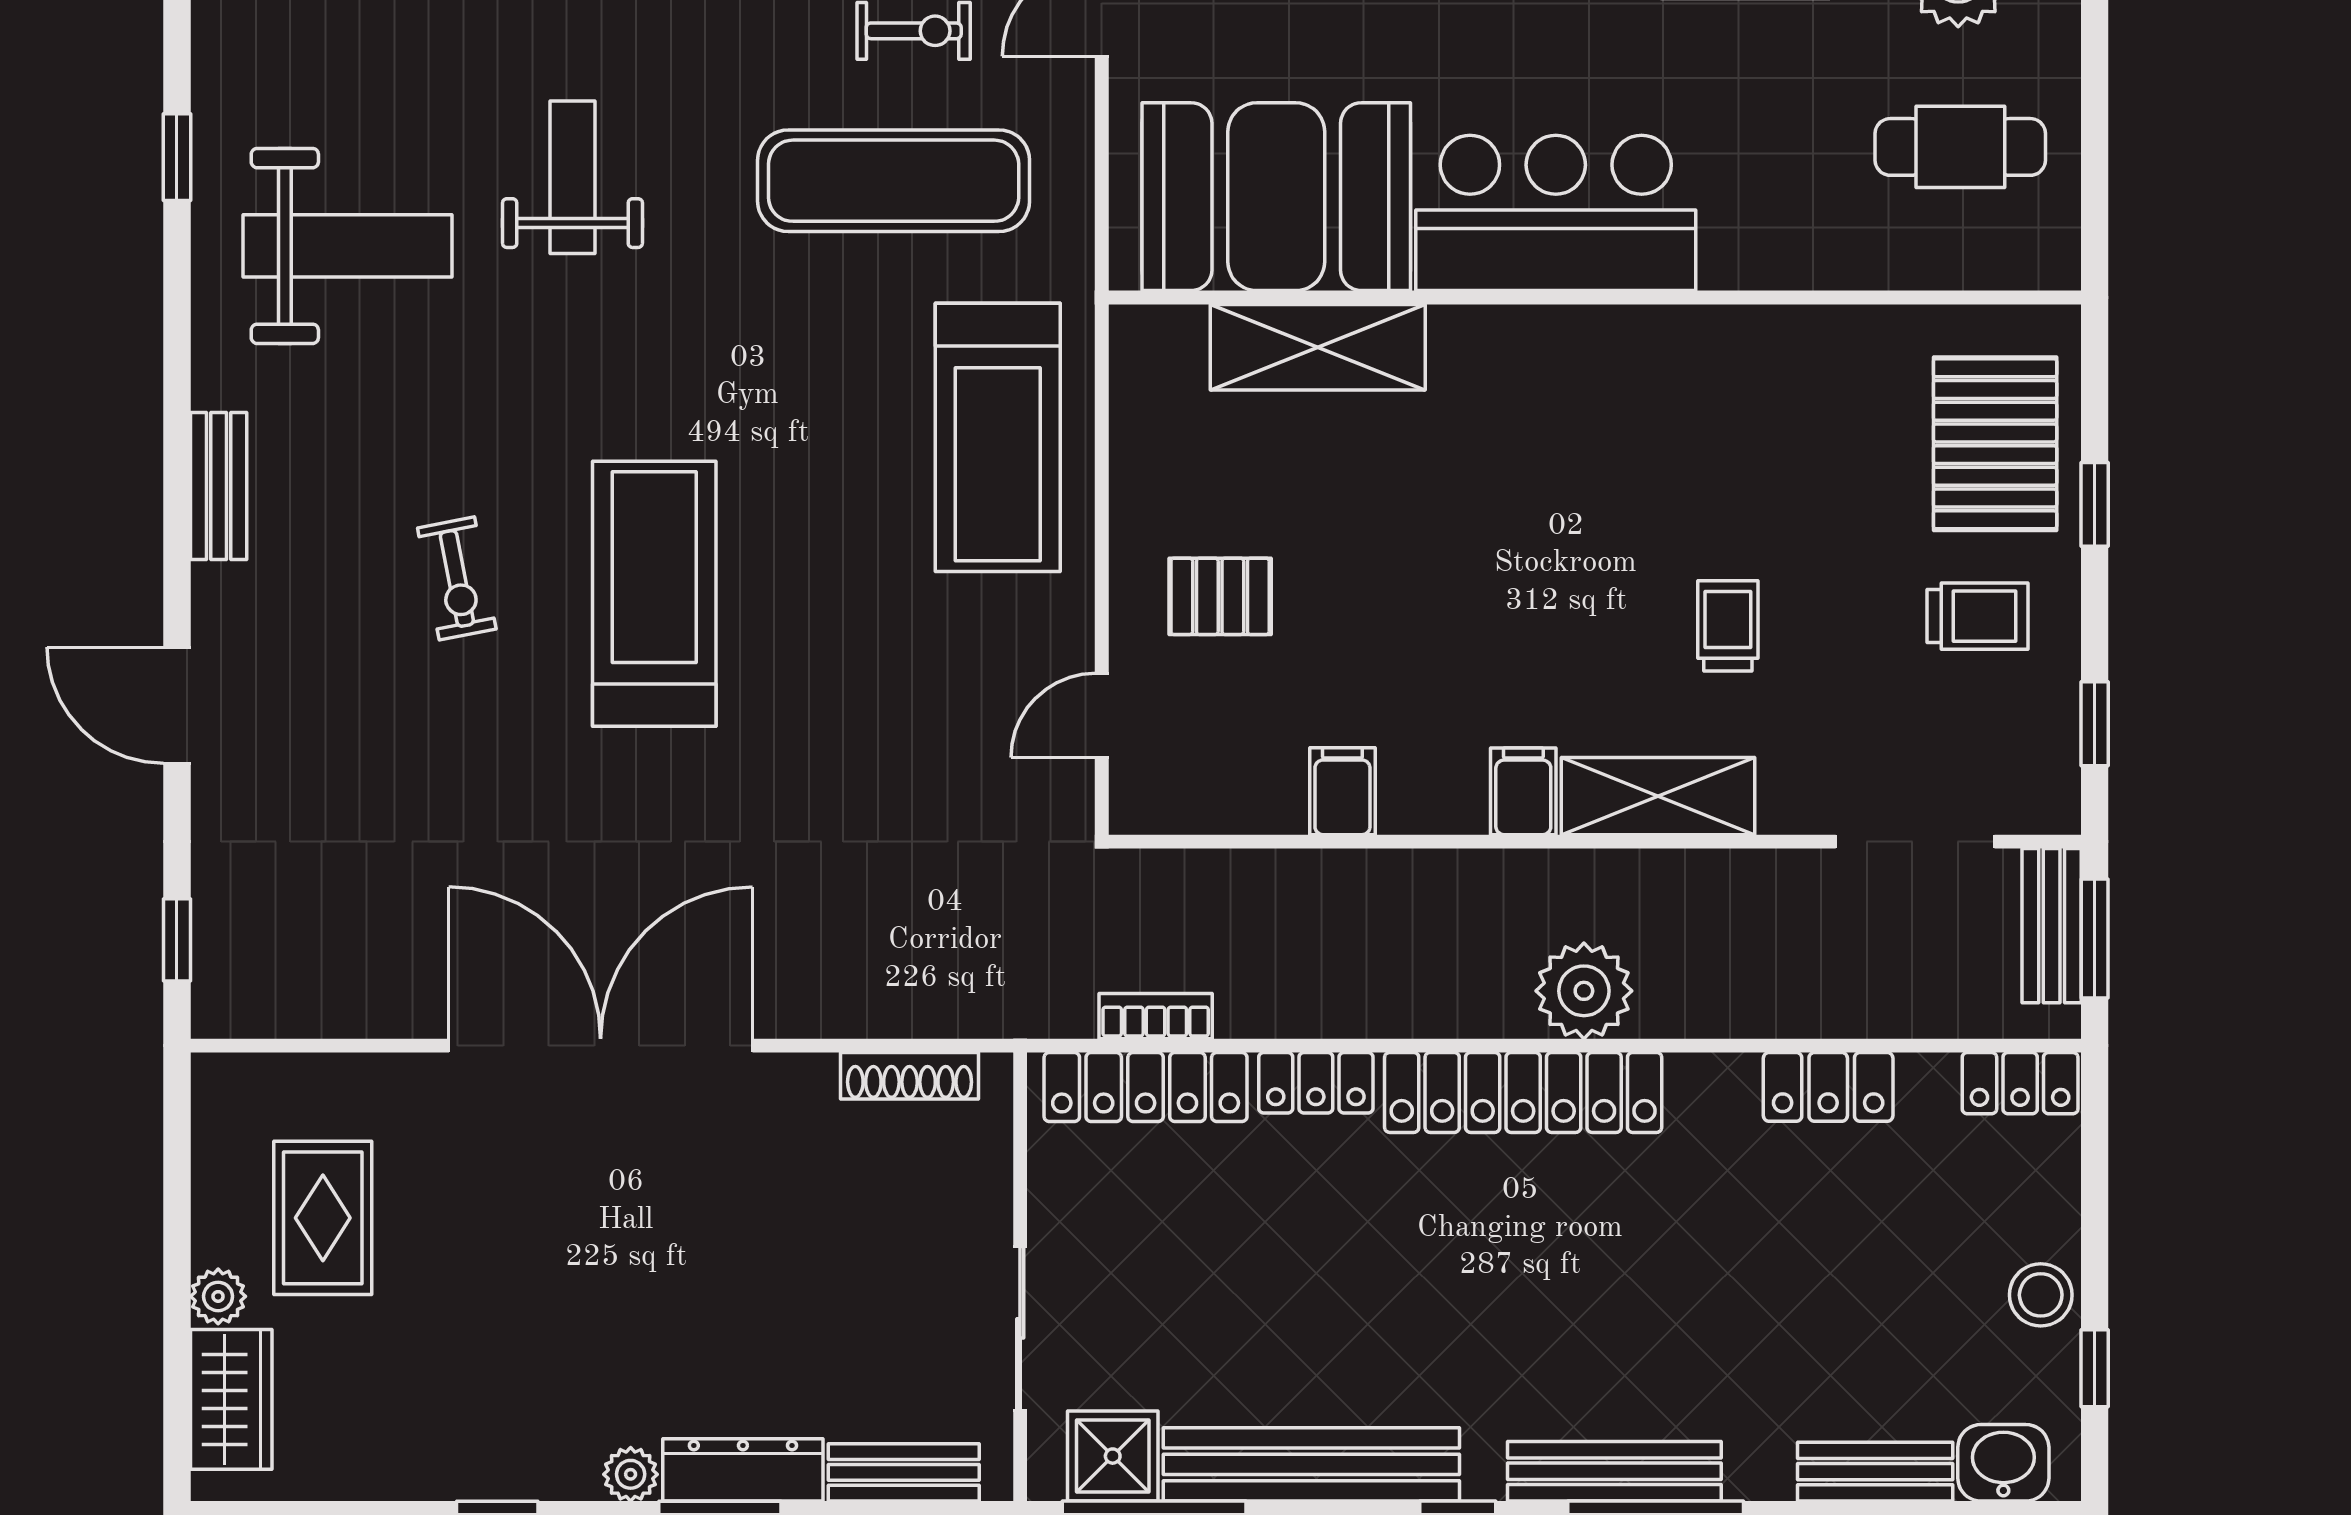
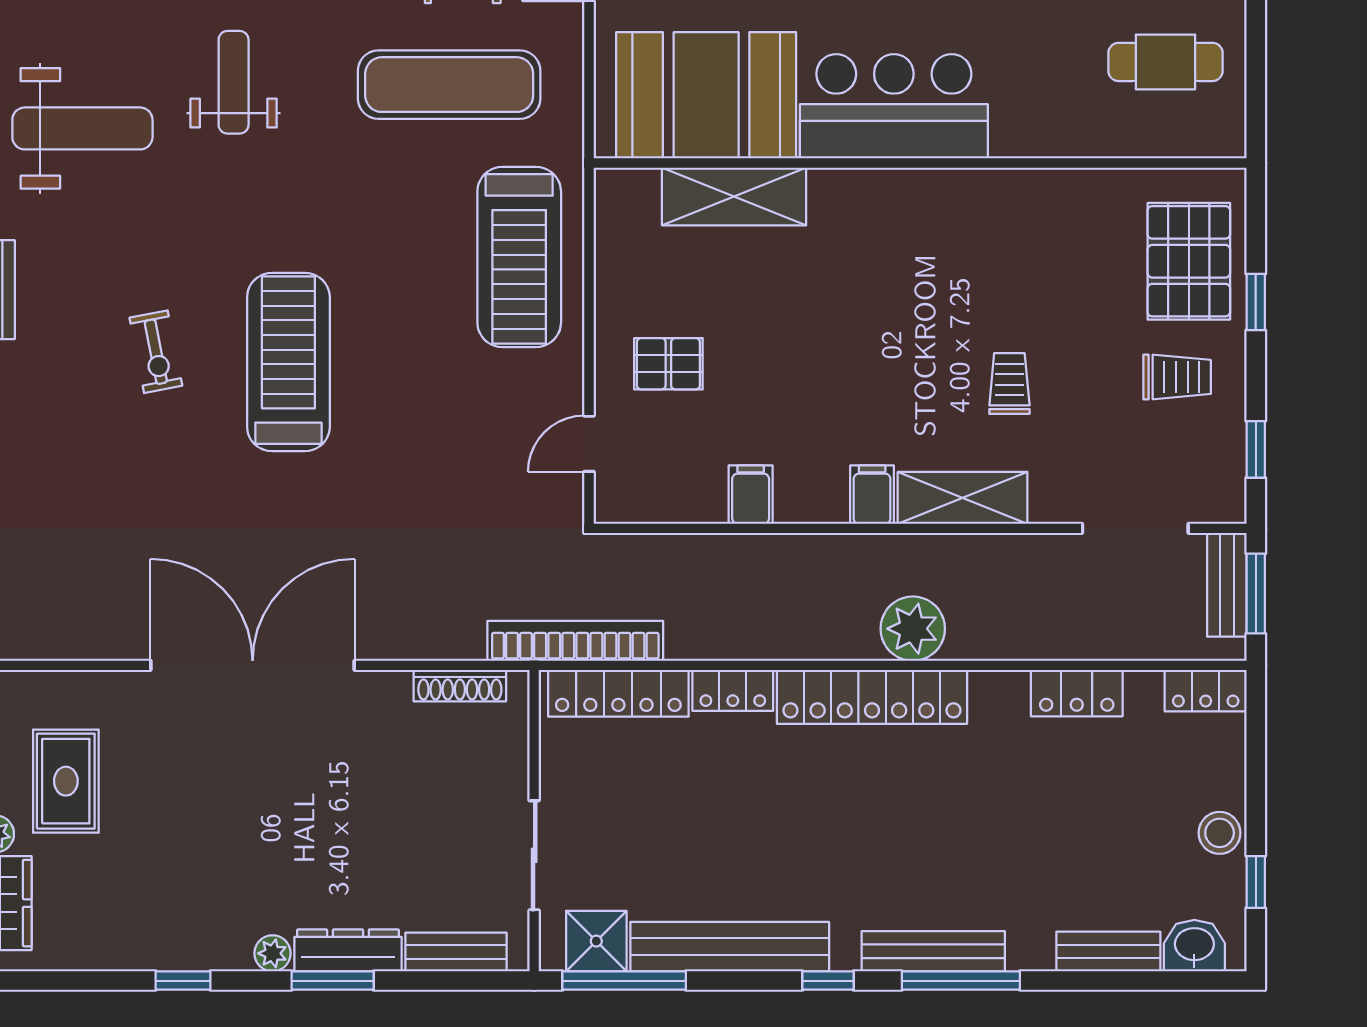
bookcase: (1156, 1016) -> (575, 641), width x2.31, depth x1.31

